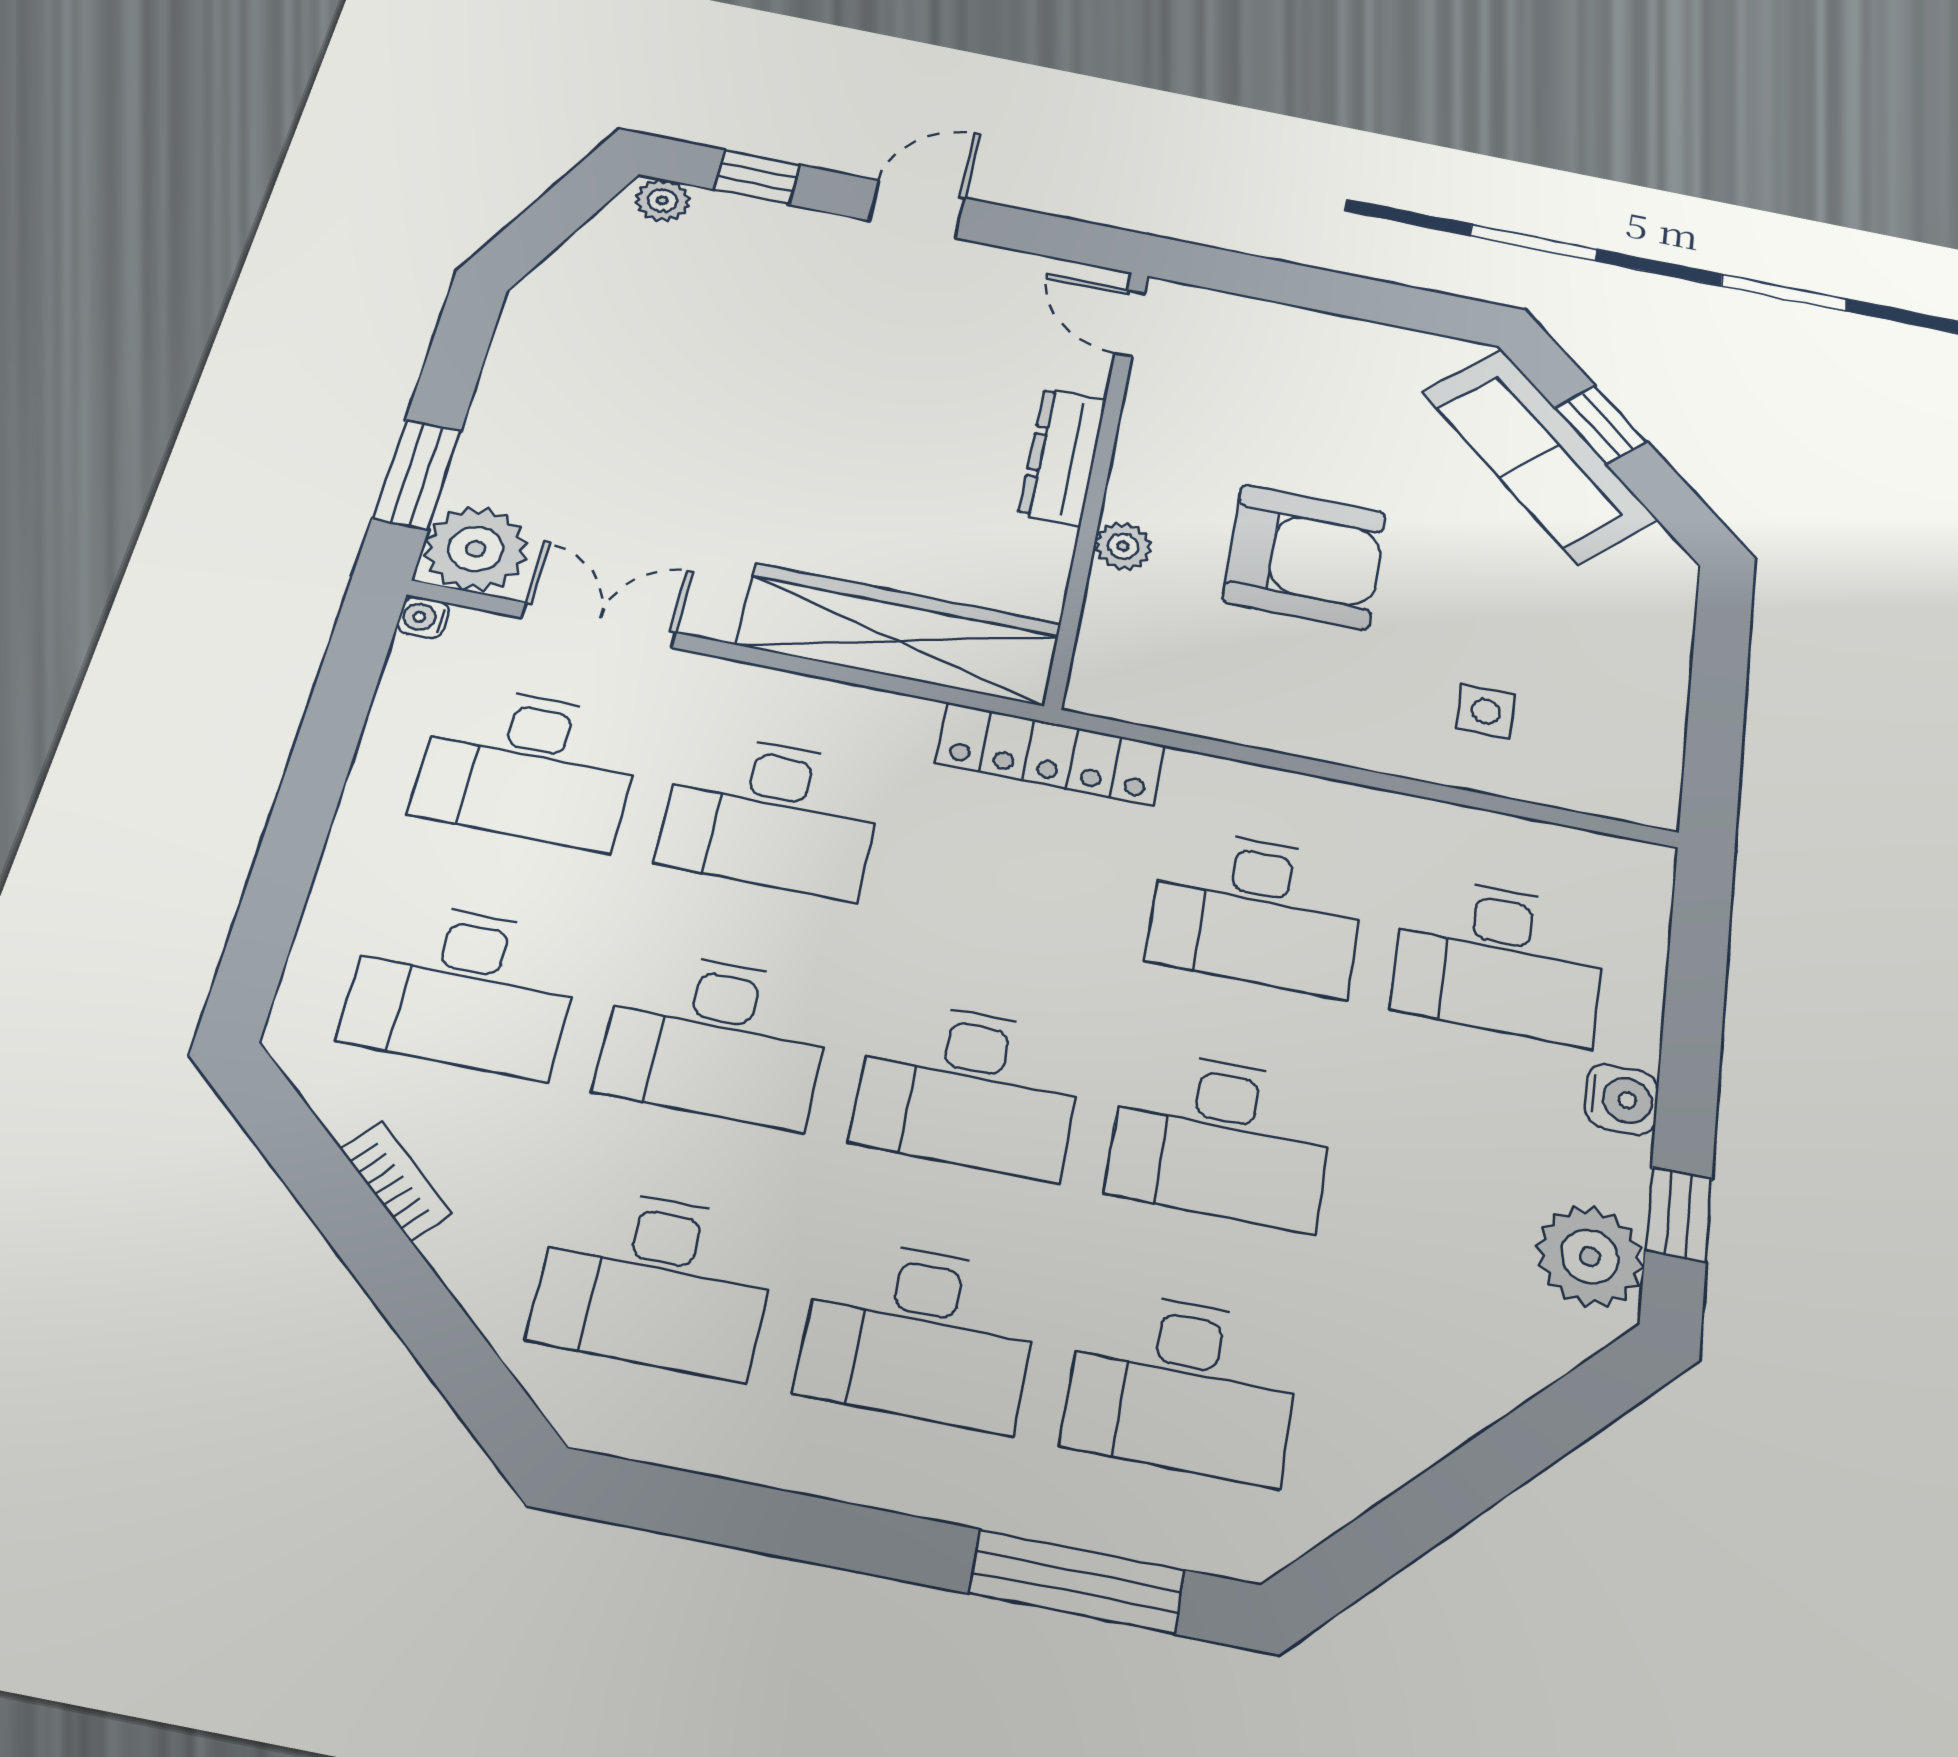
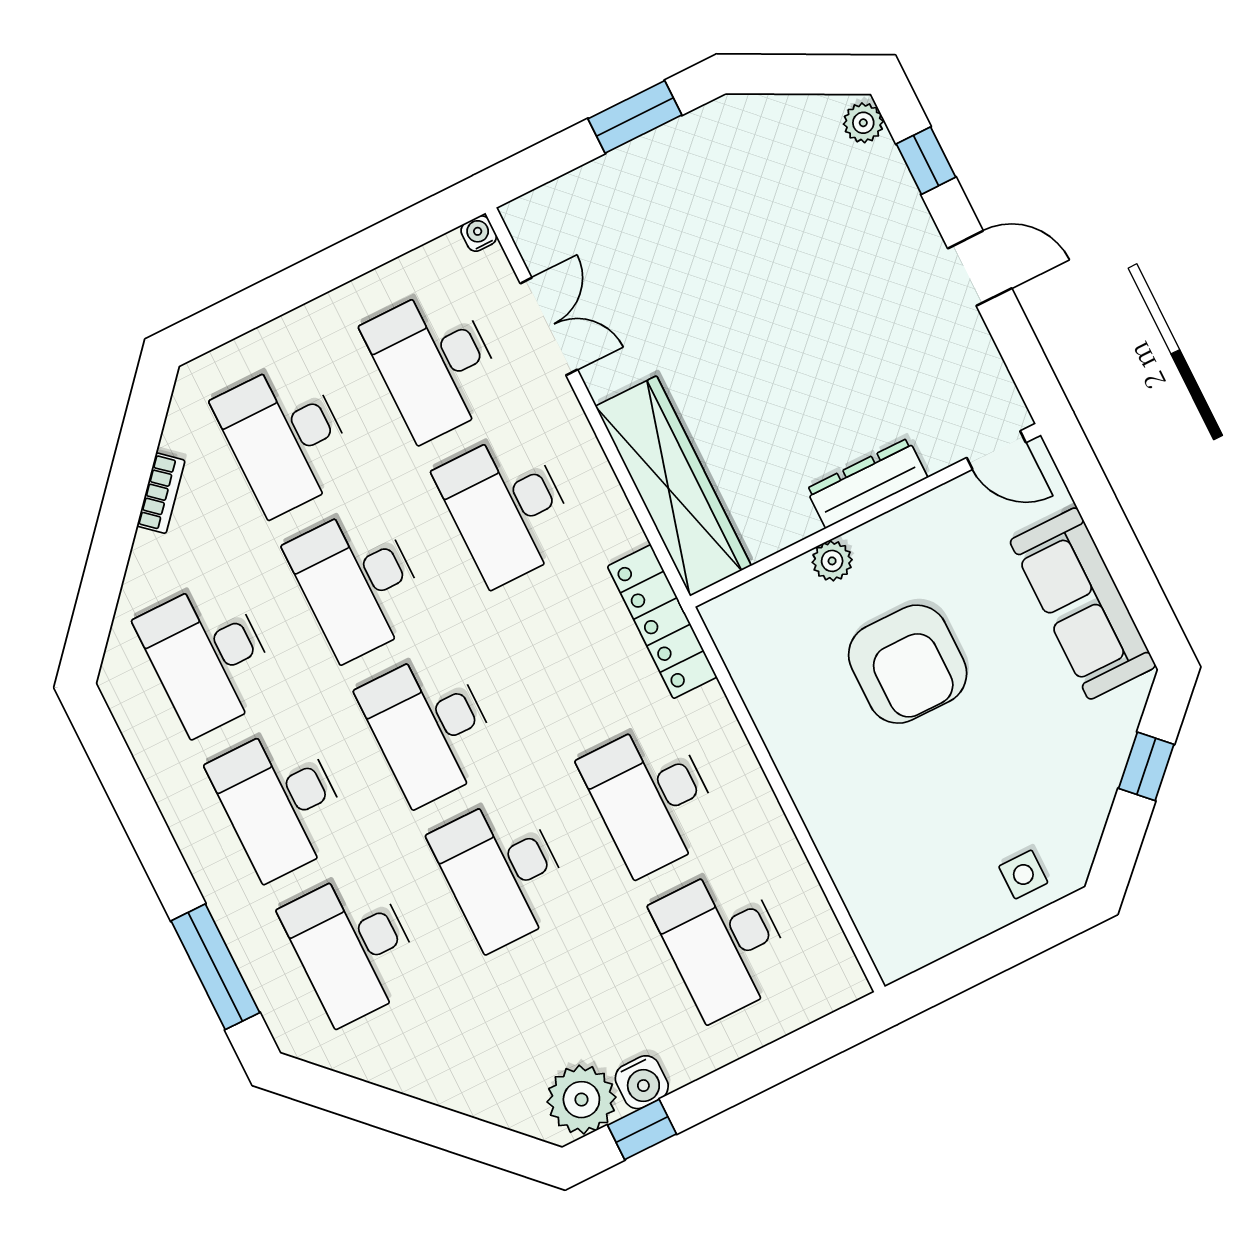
door: (1130, 323) -> (996, 450), swing flipped
sofa: (1539, 455) -> (1083, 604), moved, turned -45
window: (417, 475) -> (635, 117), moved
plant: (476, 549) -> (543, 223), removed
side table: (1486, 711) -> (1023, 874), moved
water cooler: (1622, 1099) -> (642, 1082), moved

